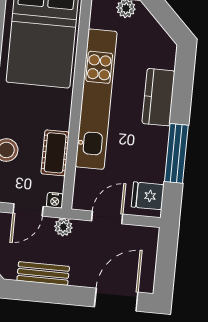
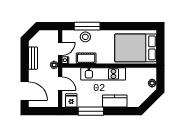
kitchen unit: (96, 99) -> (103, 74), width x0.73
door: (28, 210) -> (60, 49), swing flipped

